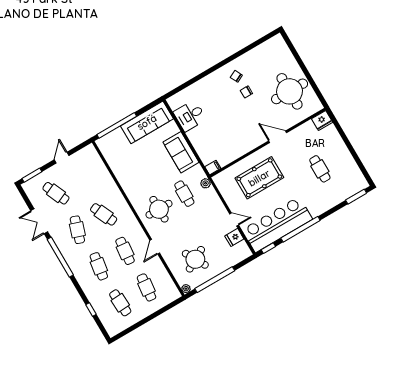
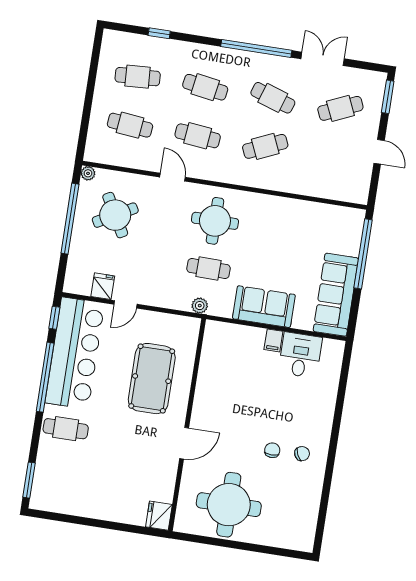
filing cabinet: (213, 168) -> (273, 340), moved
cafe table: (320, 169) -> (66, 429), moved

